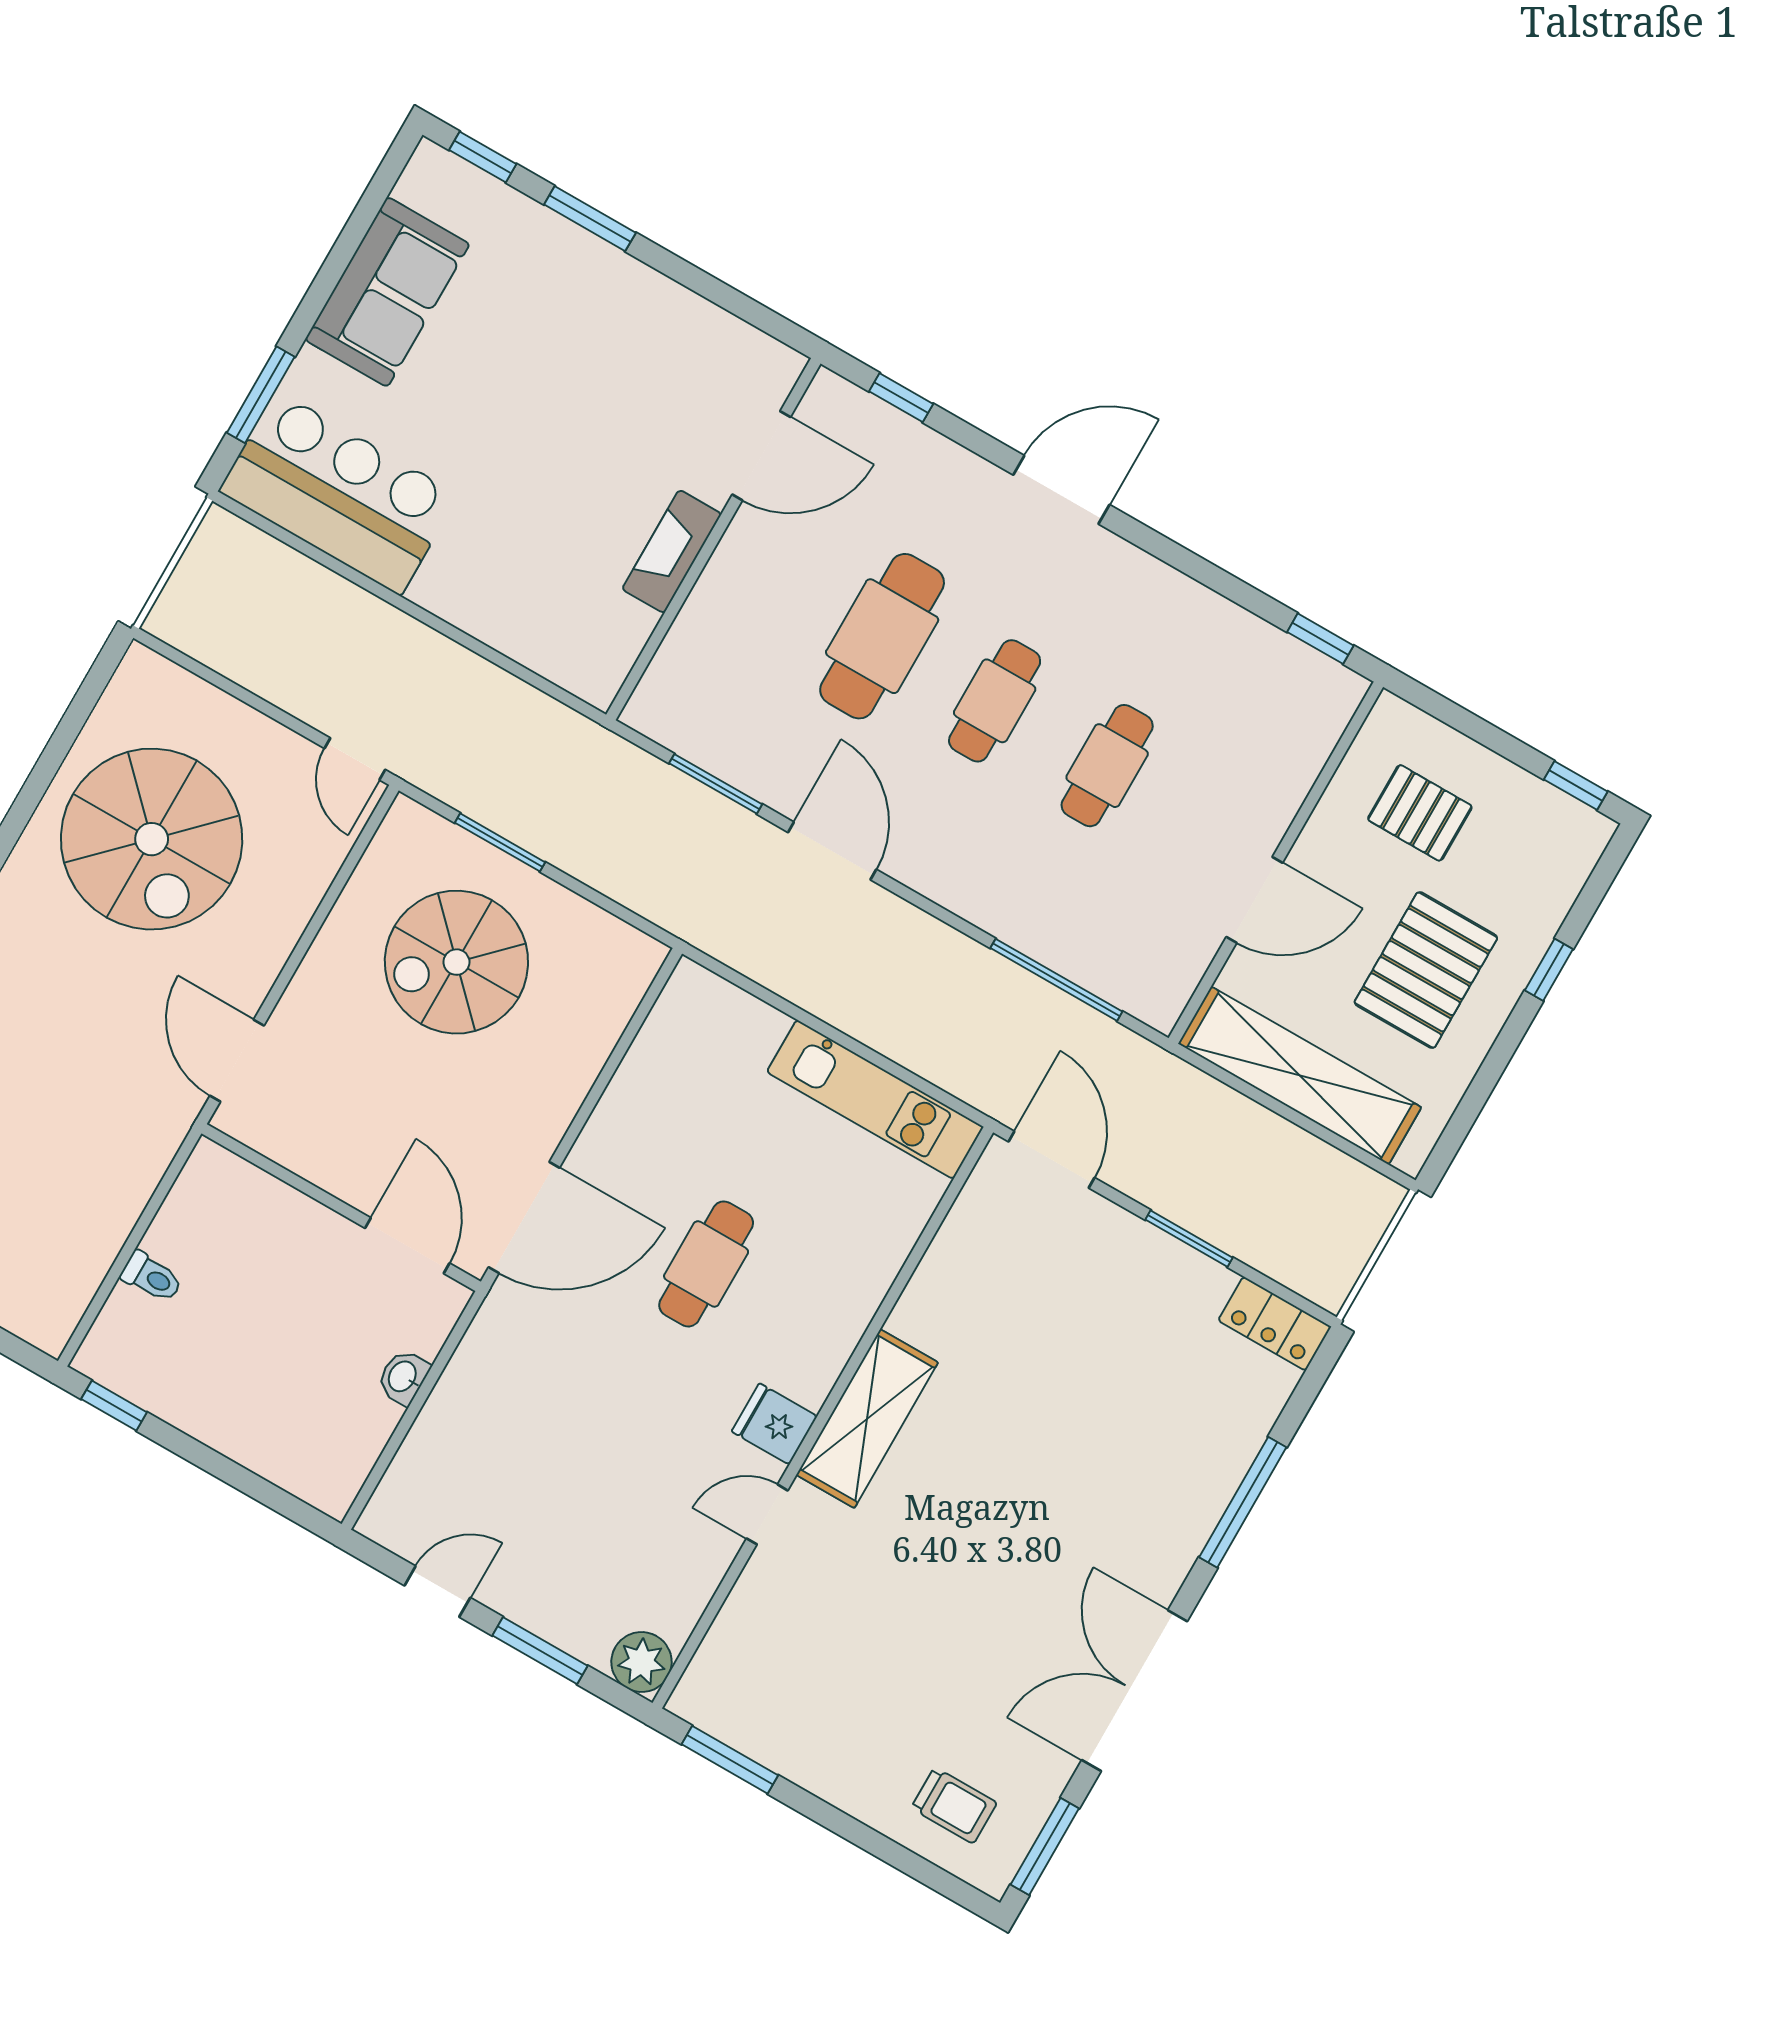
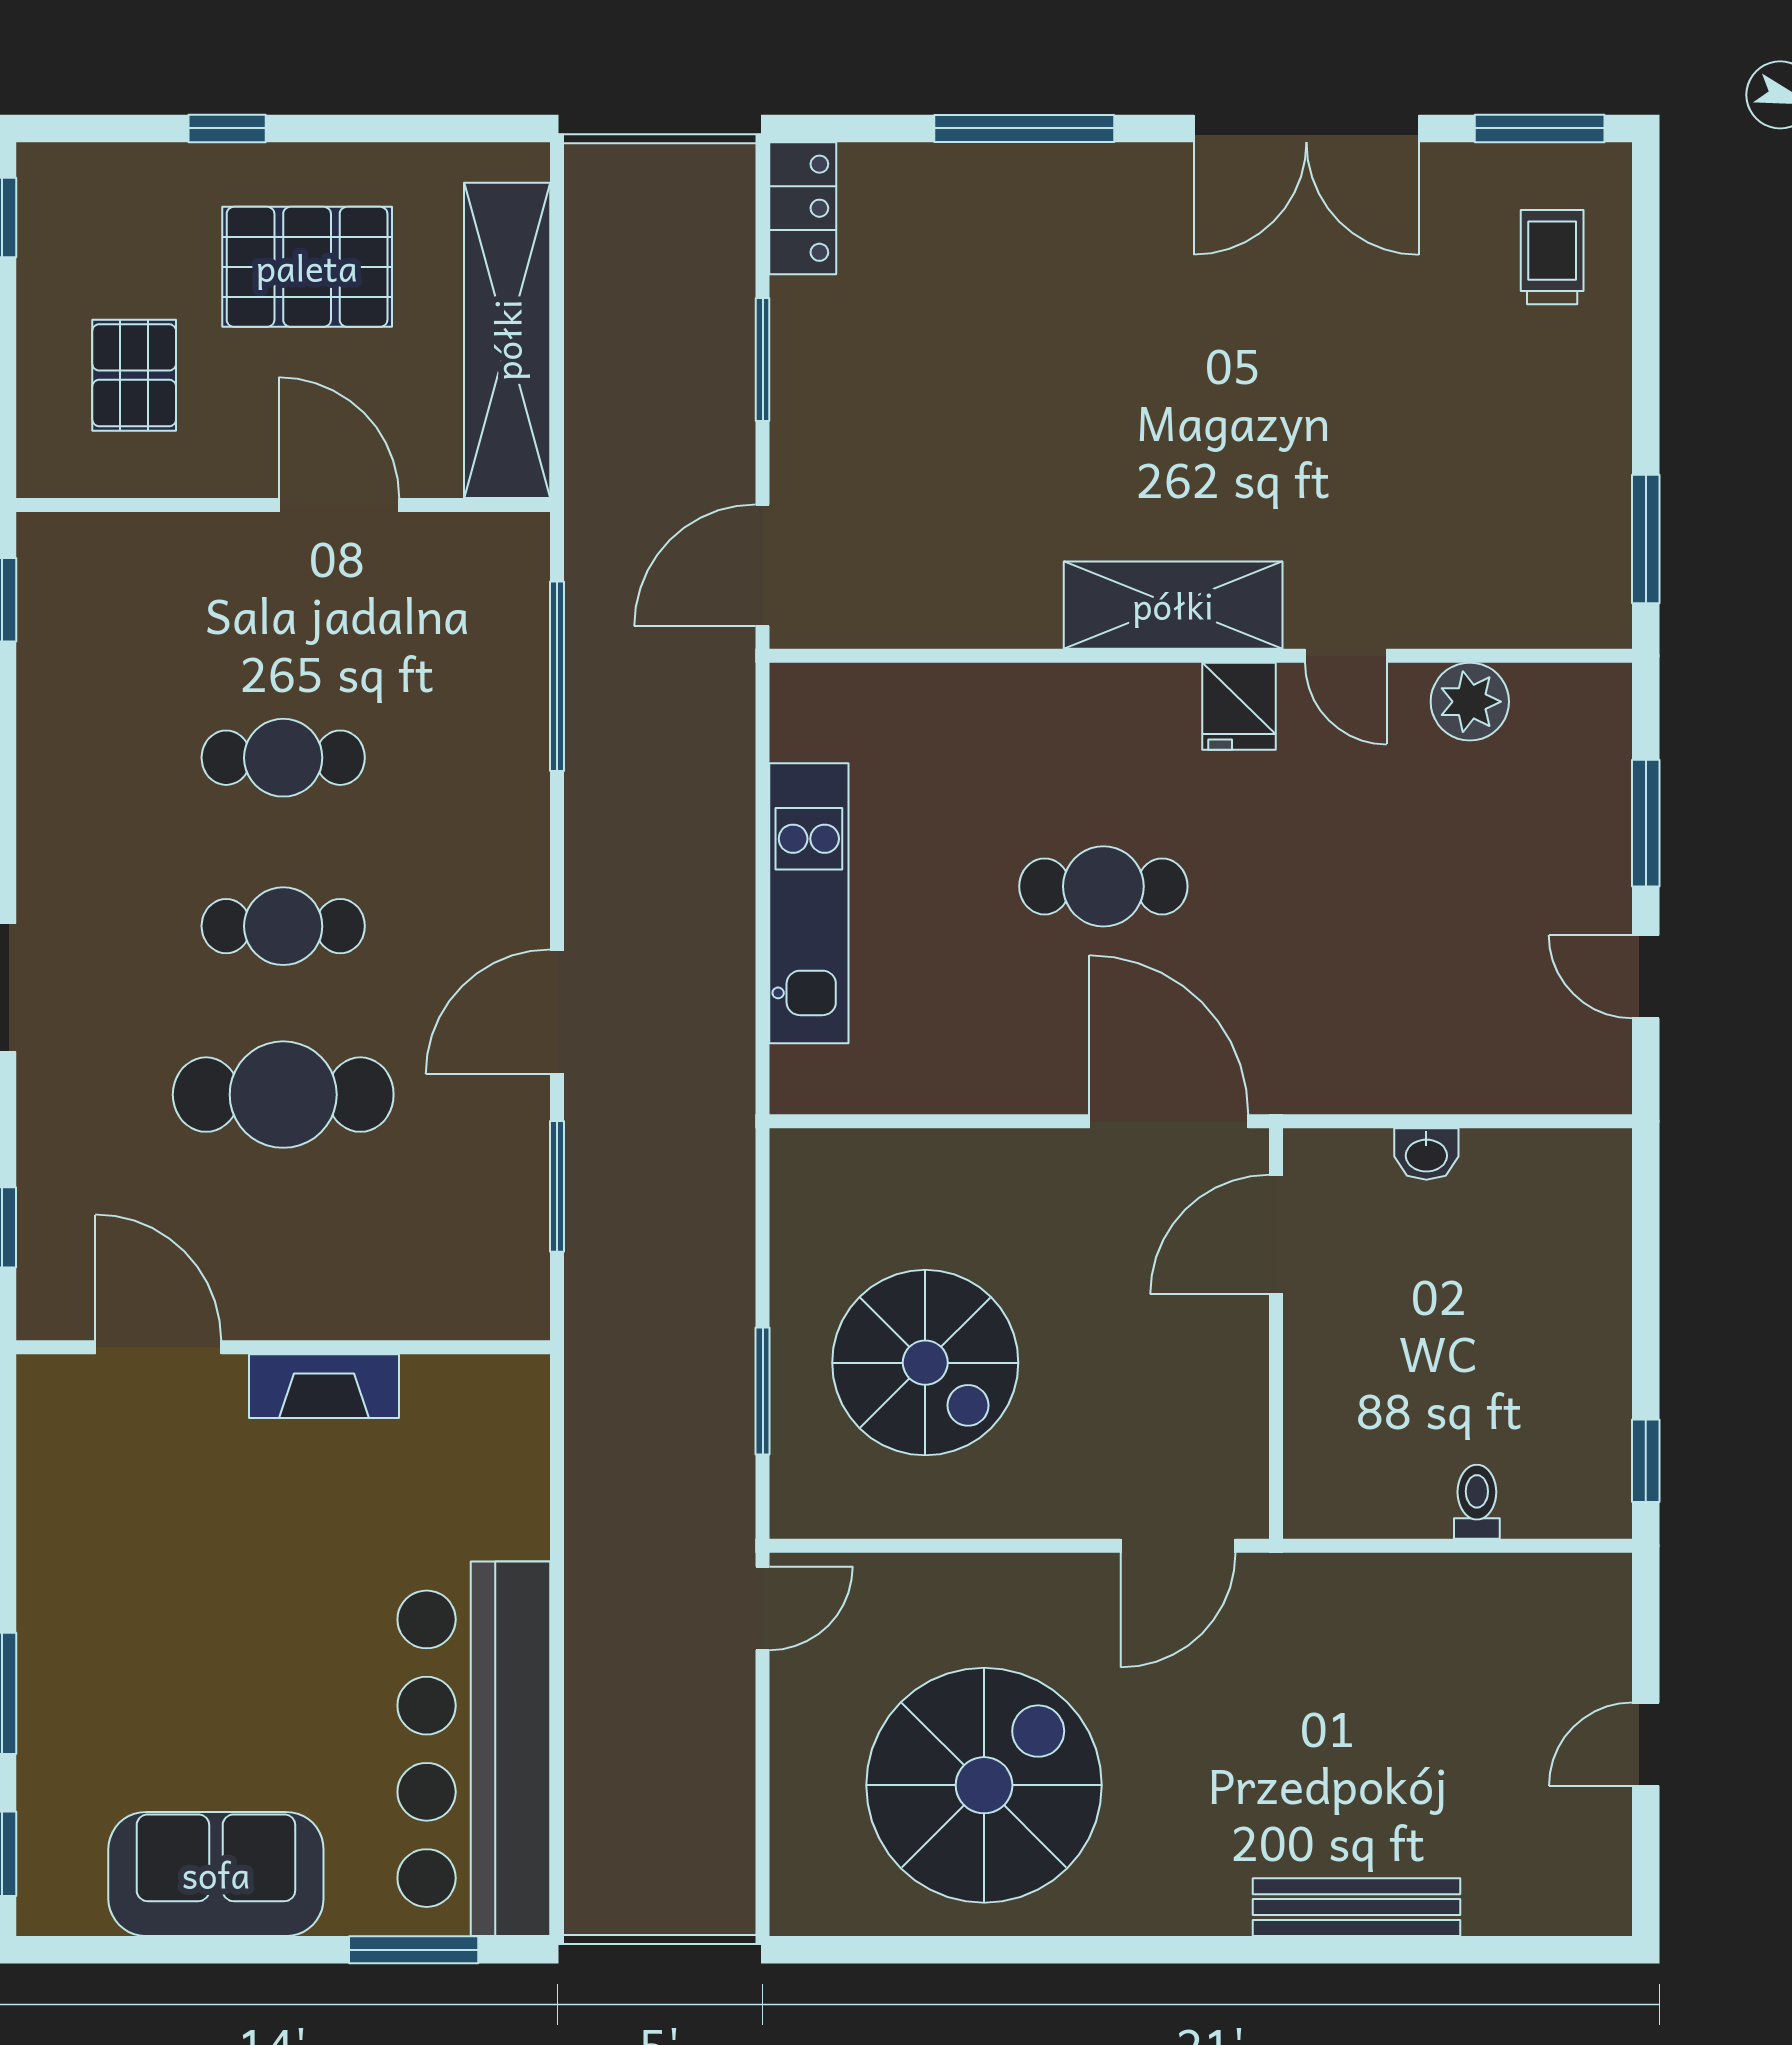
bar counter: (339, 493) -> (474, 1749), width x1.36
kitchen unit: (875, 1099) -> (809, 903), moved
plant: (641, 1662) -> (1470, 702), moved

